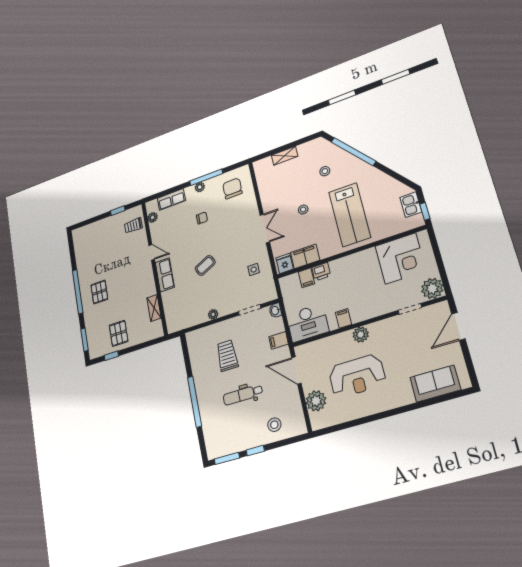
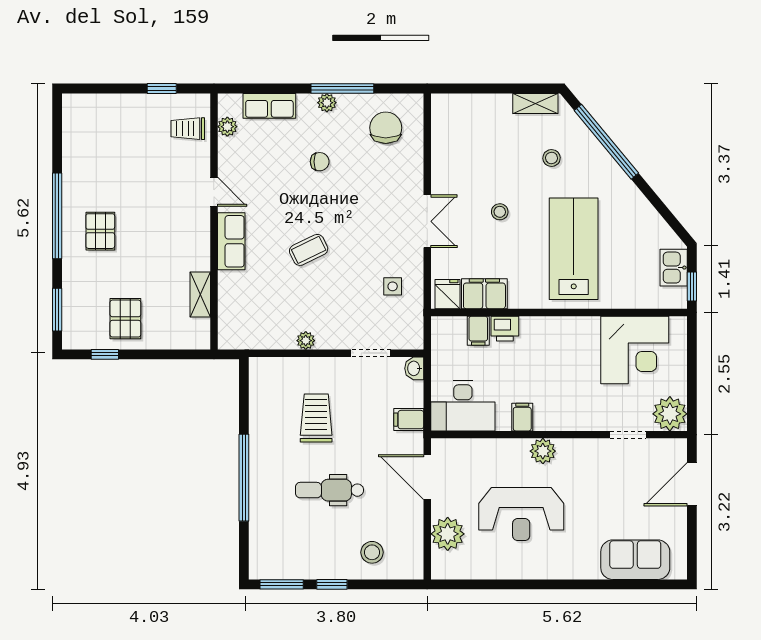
shelving: (285, 156) -> (535, 103), moved
lab bench: (350, 215) -> (574, 249), turned 180

